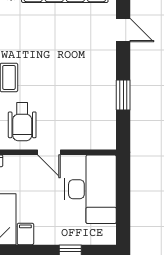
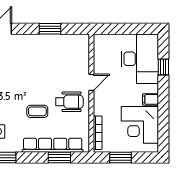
desk: (90, 189) -> (140, 59), moved, turned 90

